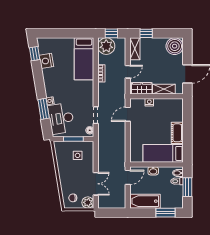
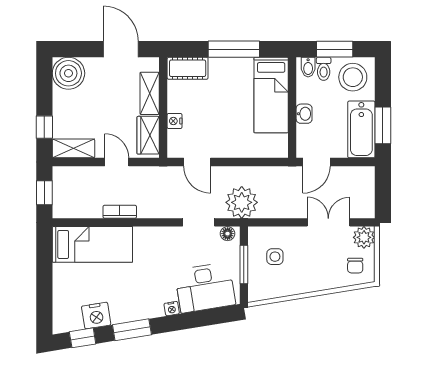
plant: (106, 46) -> (242, 202), moved
window: (44, 109) -> (132, 330), moved
cot: (177, 133) -> (188, 68), moved
window: (187, 134) -> (234, 49), added
door: (128, 177) -> (316, 162), swing flipped
stool: (173, 197) -> (353, 77), added
window: (166, 213) -> (383, 125), moved

